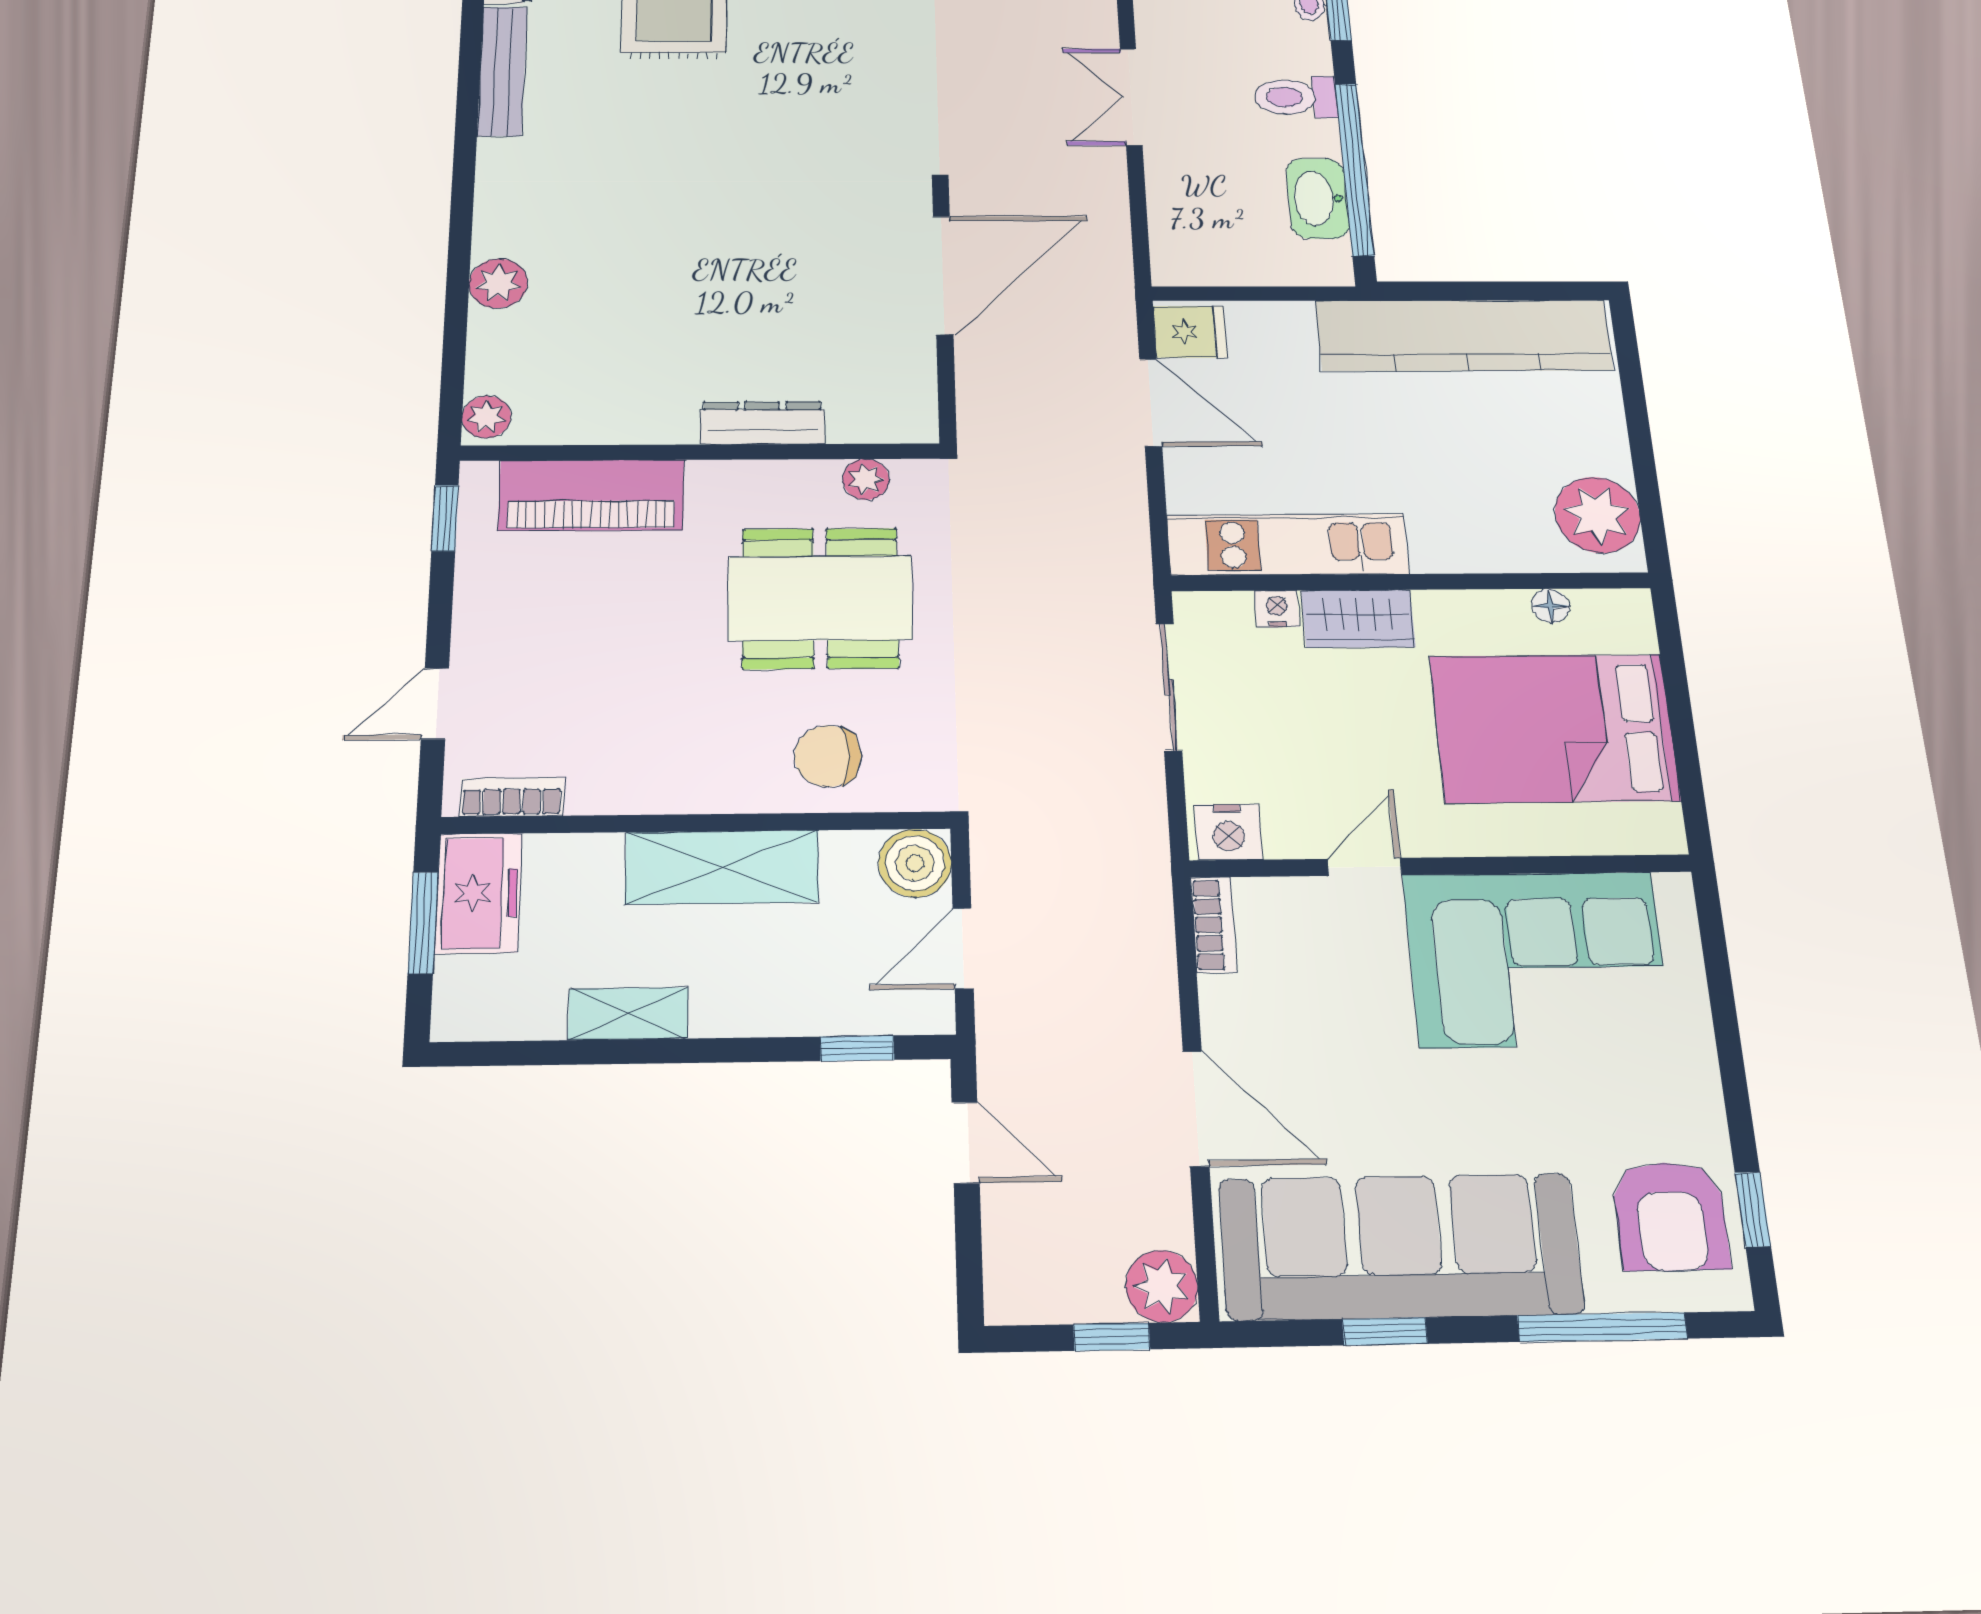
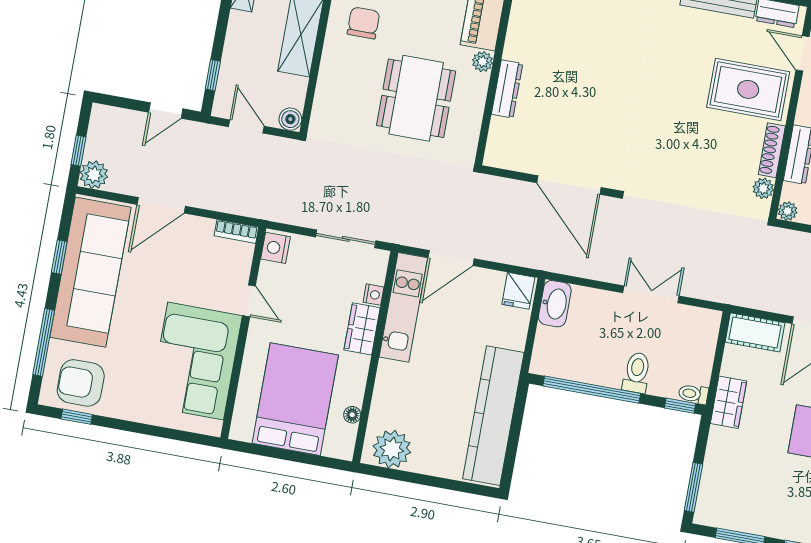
washbasin: (1318, 198) -> (555, 304), moved, turned 90
door: (1151, 402) -> (451, 258), moved
plant: (866, 479) -> (483, 62), moved
chair: (828, 756) -> (363, 23), moved
boiler: (915, 863) -> (290, 119), width x0.73, depth x0.73

